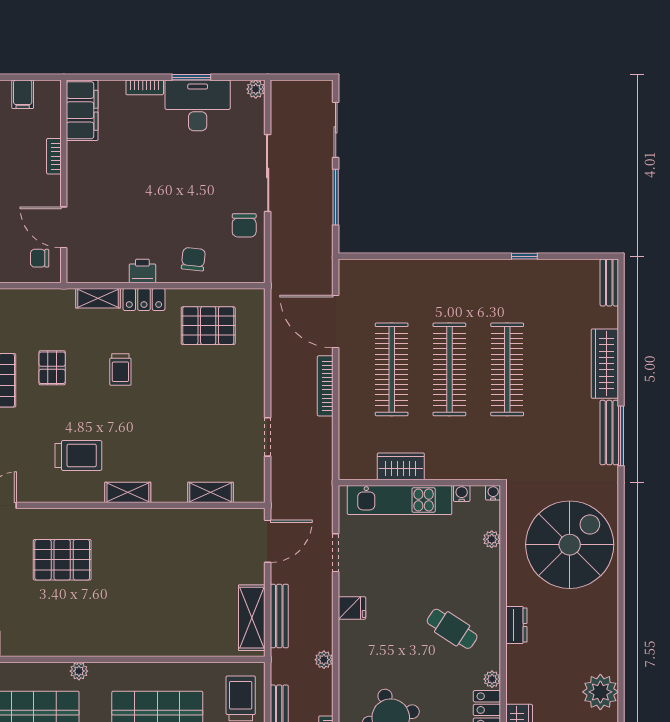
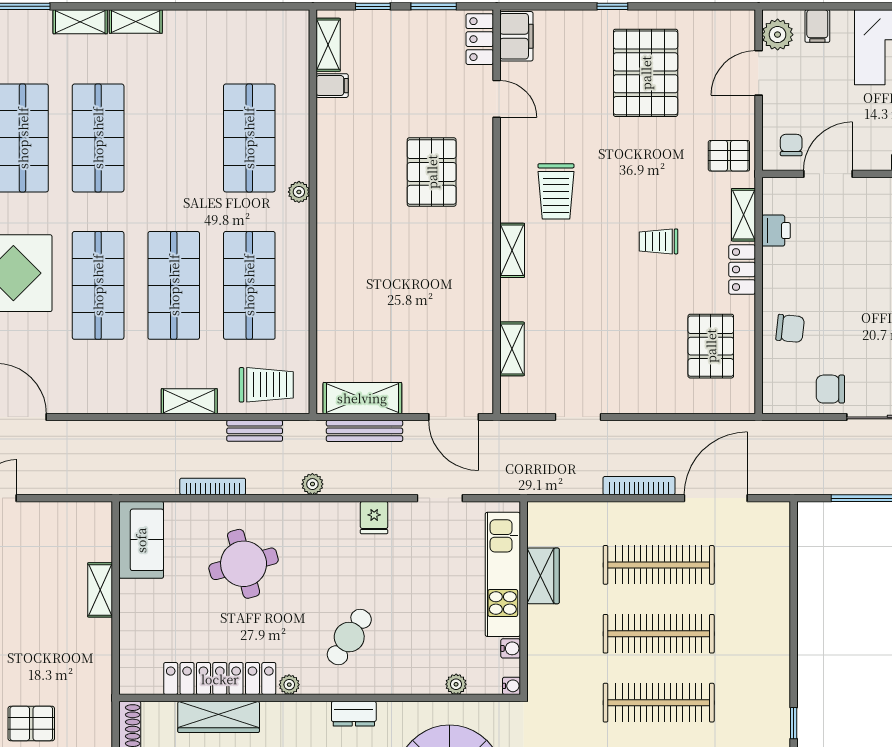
printer: (142, 271) -> (776, 231), moved
pallet: (52, 368) -> (729, 156), moved

